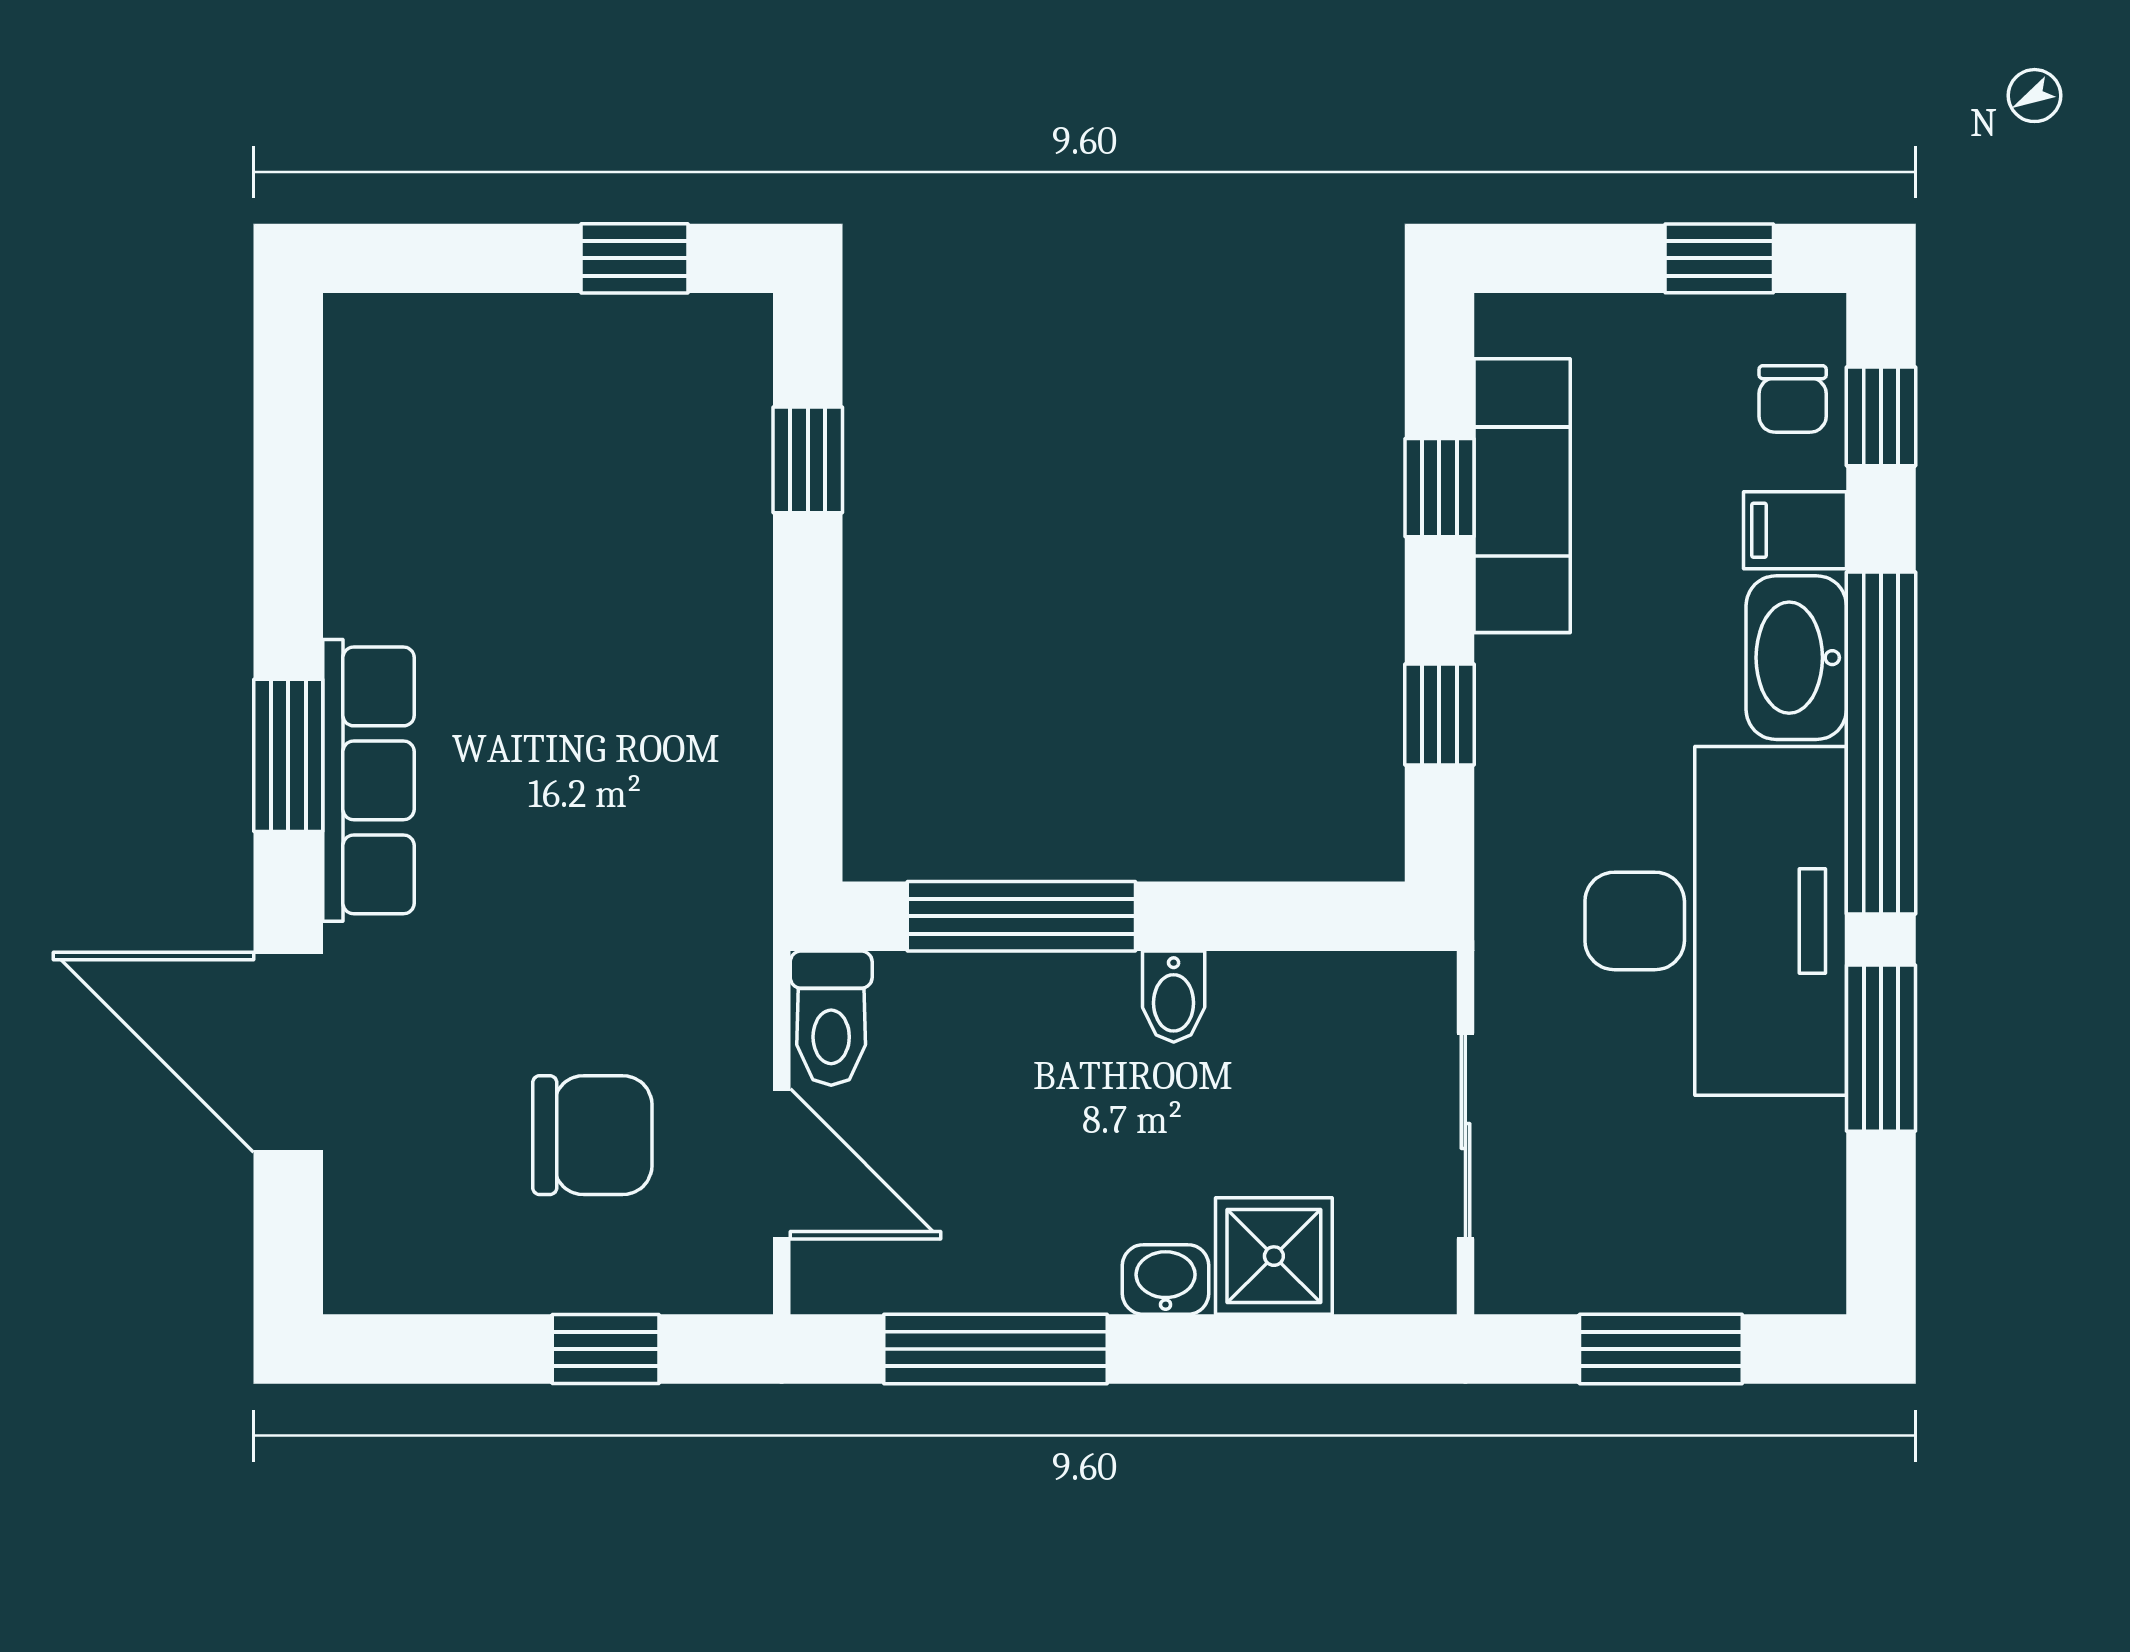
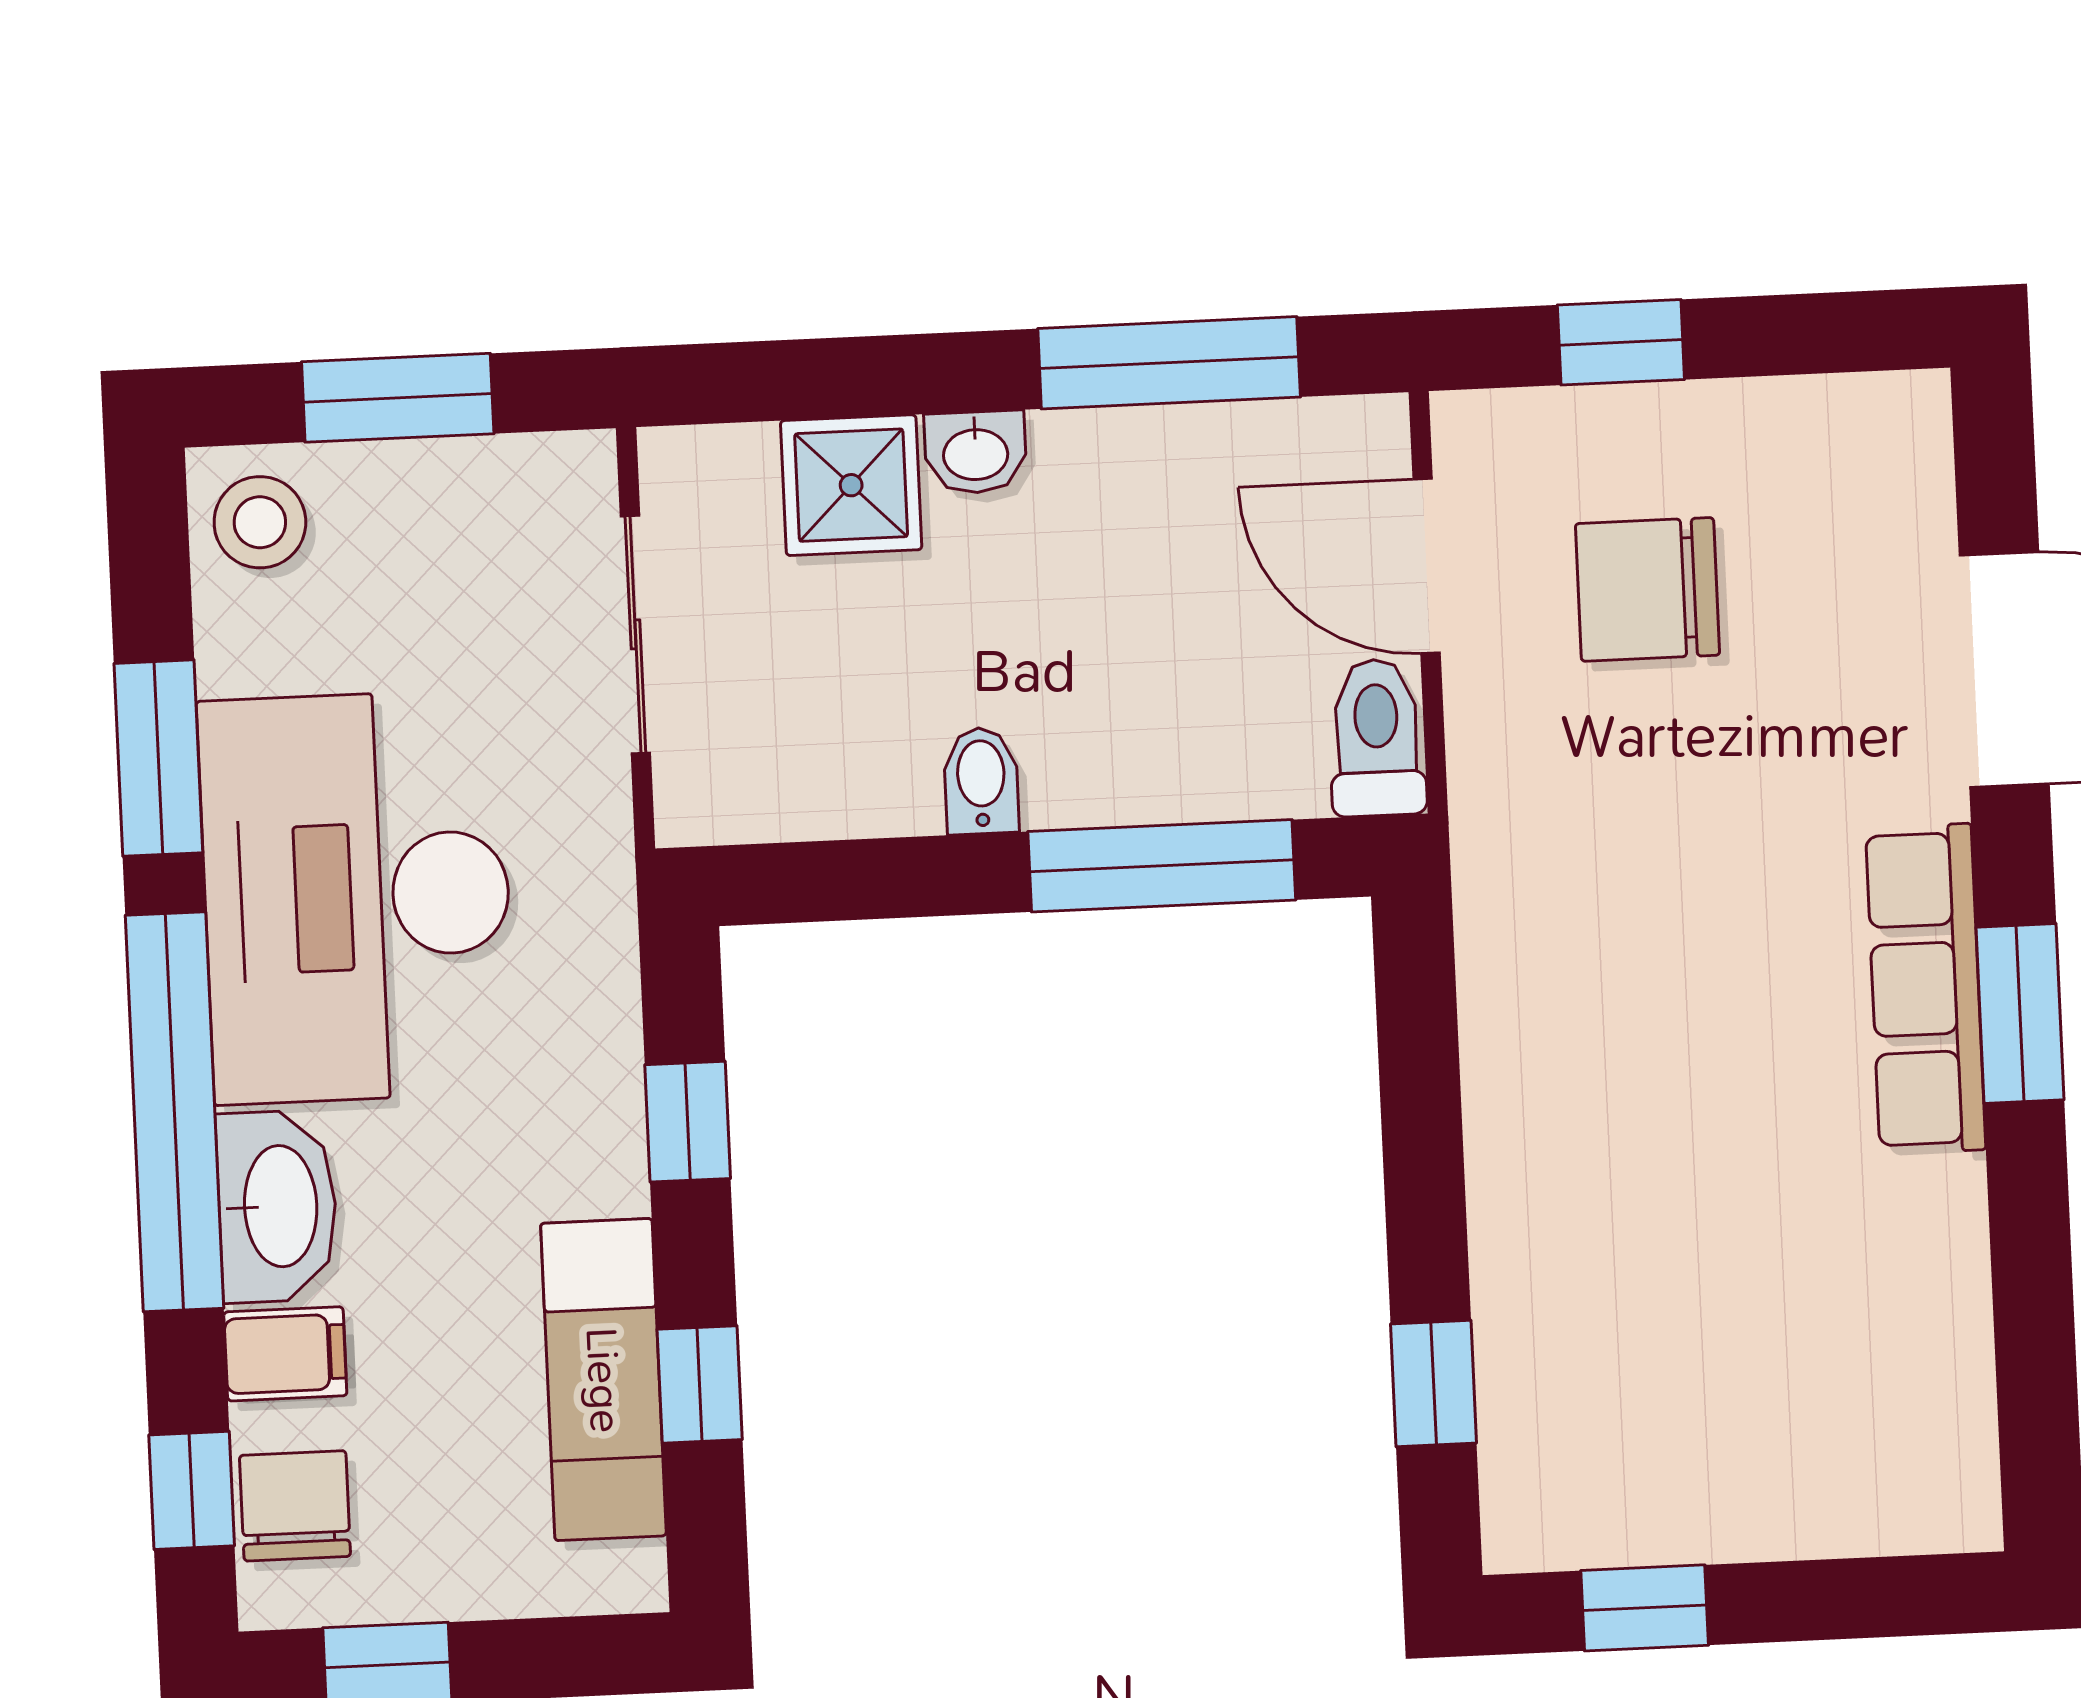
chair: (1793, 399) -> (295, 1506), width x1.37, depth x1.37
stool: (1784, 1247) -> (260, 522), added

